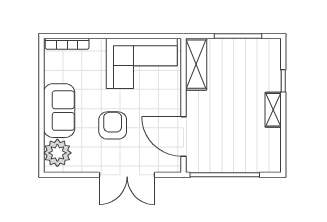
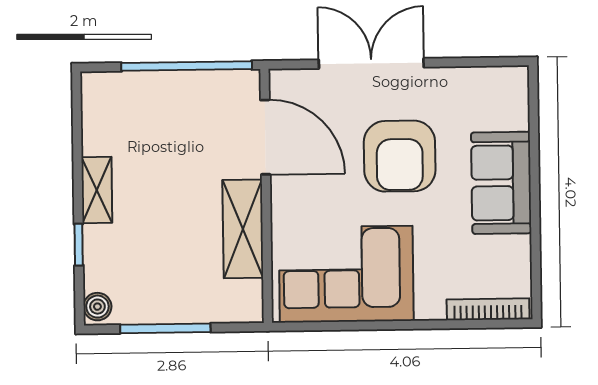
boiler: (274, 48) -> (97, 307), added
shelving: (196, 64) -> (243, 229), moved
armchair: (113, 125) -> (400, 156), width x1.36, depth x1.36
plant: (57, 153) -> (503, 103), removed

